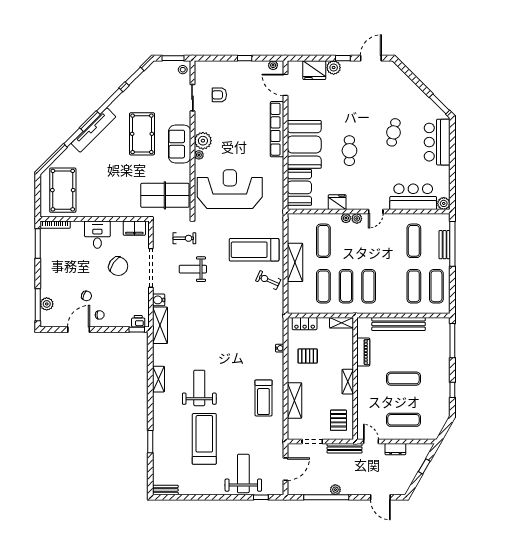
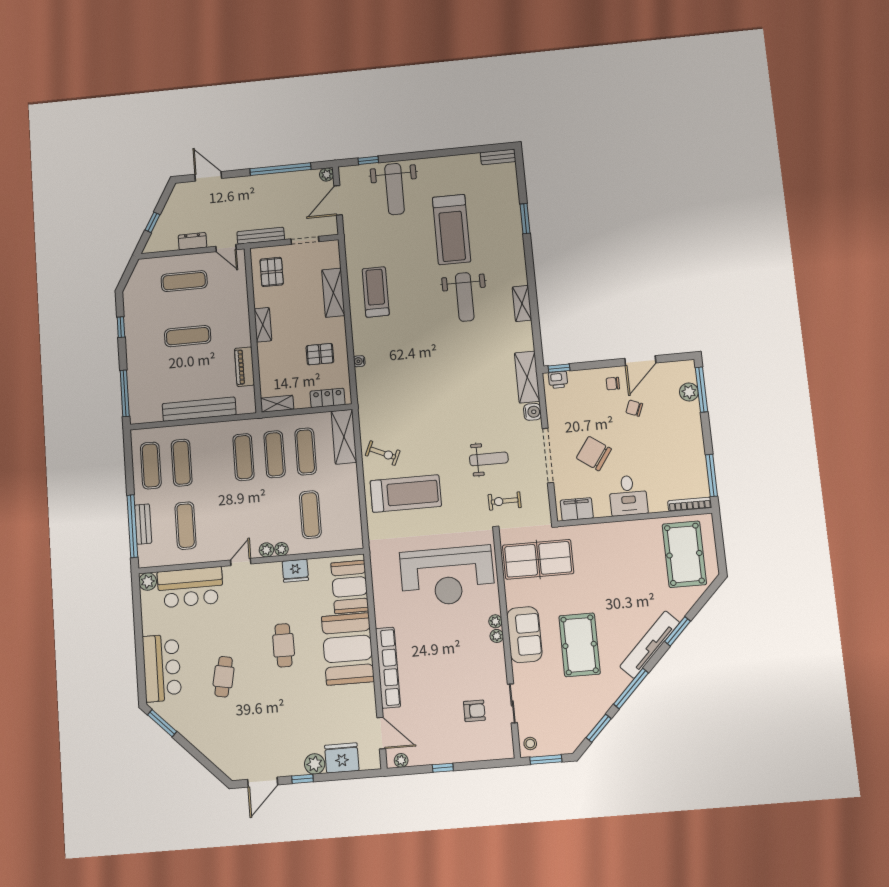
plant: (203, 141) -> (497, 636), width x0.53, depth x0.53
shelving: (295, 262) -> (344, 437), moved
plant: (335, 490) -> (327, 174), moved

